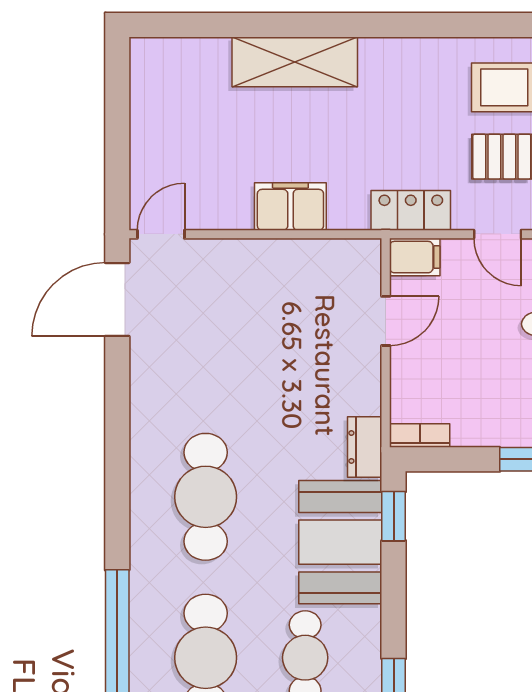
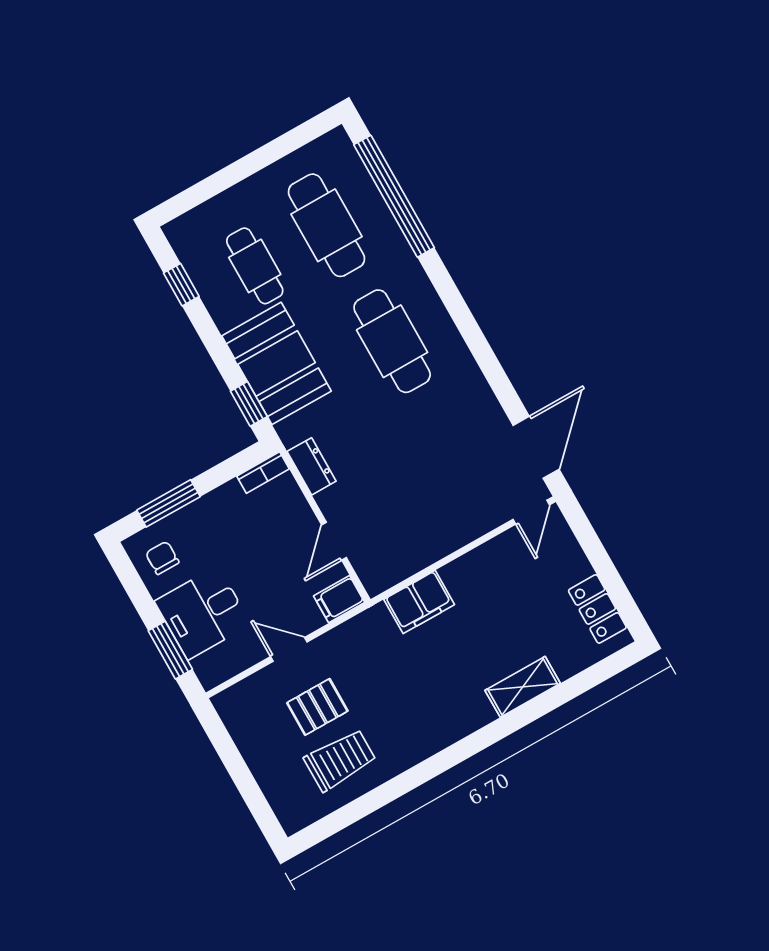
shelving: (295, 62) -> (523, 687), width x0.67, depth x0.75
filing cabinet: (290, 206) -> (419, 602), moved
locker: (411, 210) -> (597, 609), moved, turned 90
dresser: (365, 447) -> (312, 466), moved

